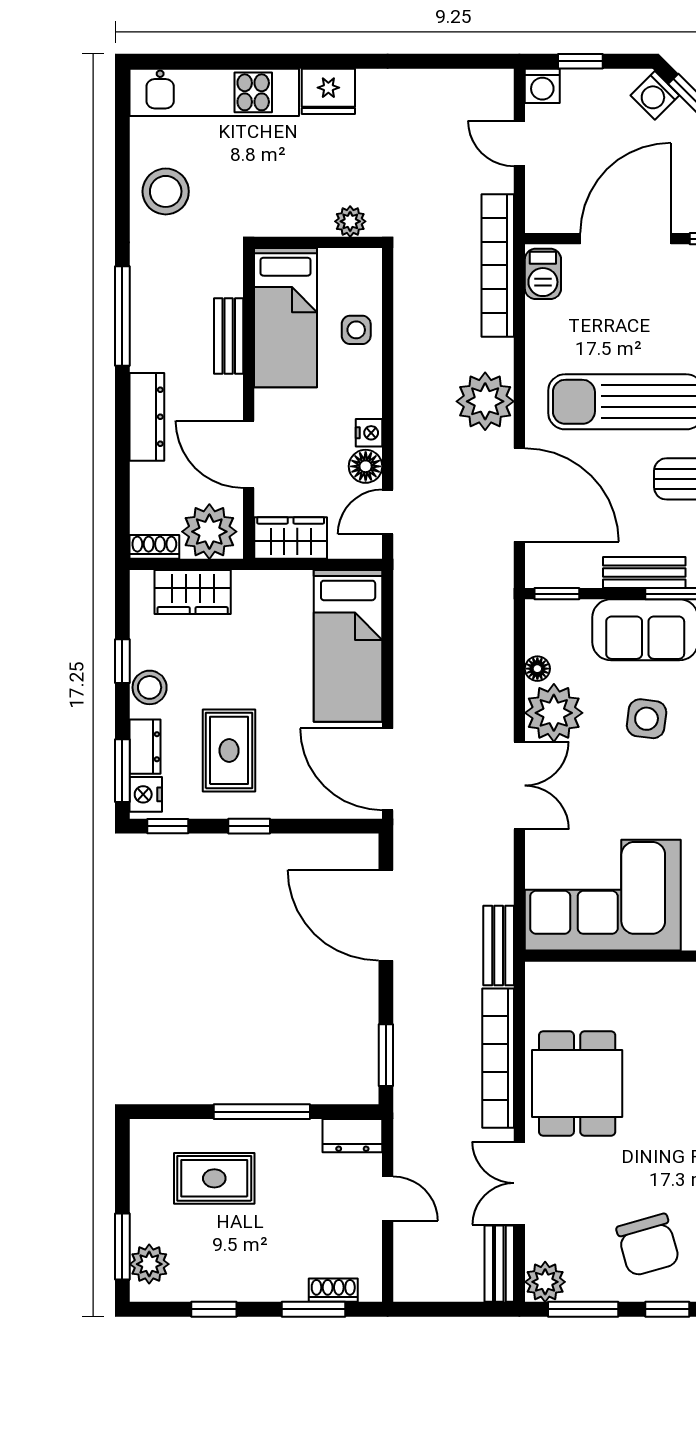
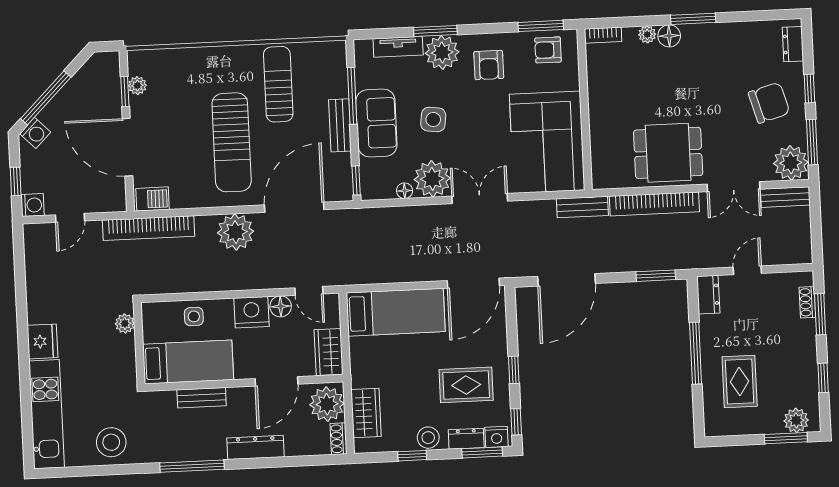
nightstand: (369, 433) -> (252, 312), width x1.89, depth x1.79
plant: (545, 1282) -> (791, 163), width x1.36, depth x1.36

